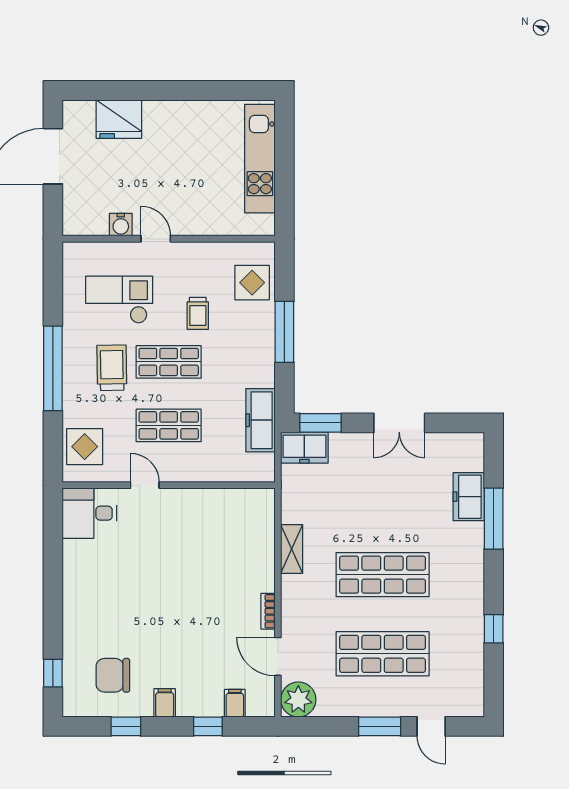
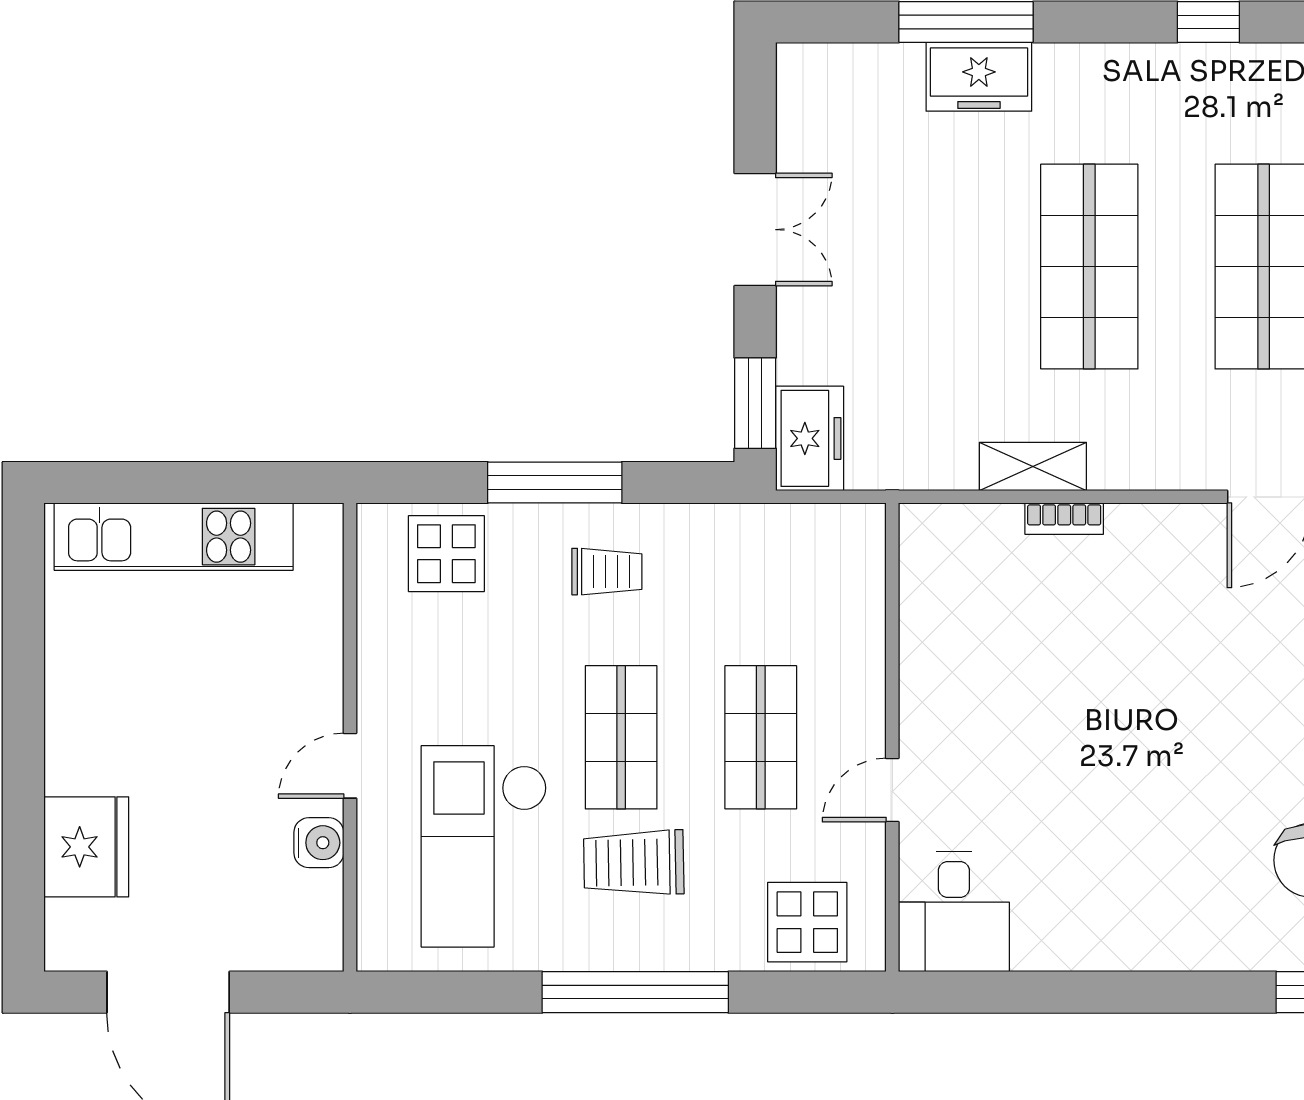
checkout: (119, 300) -> (484, 846), width x1.36, depth x1.21
trolley: (198, 313) -> (607, 572), moved
freezer: (260, 420) -> (749, 535), removed
freezer: (469, 497) -> (979, 77), moved
bookcase: (268, 611) -> (1064, 519), moved

